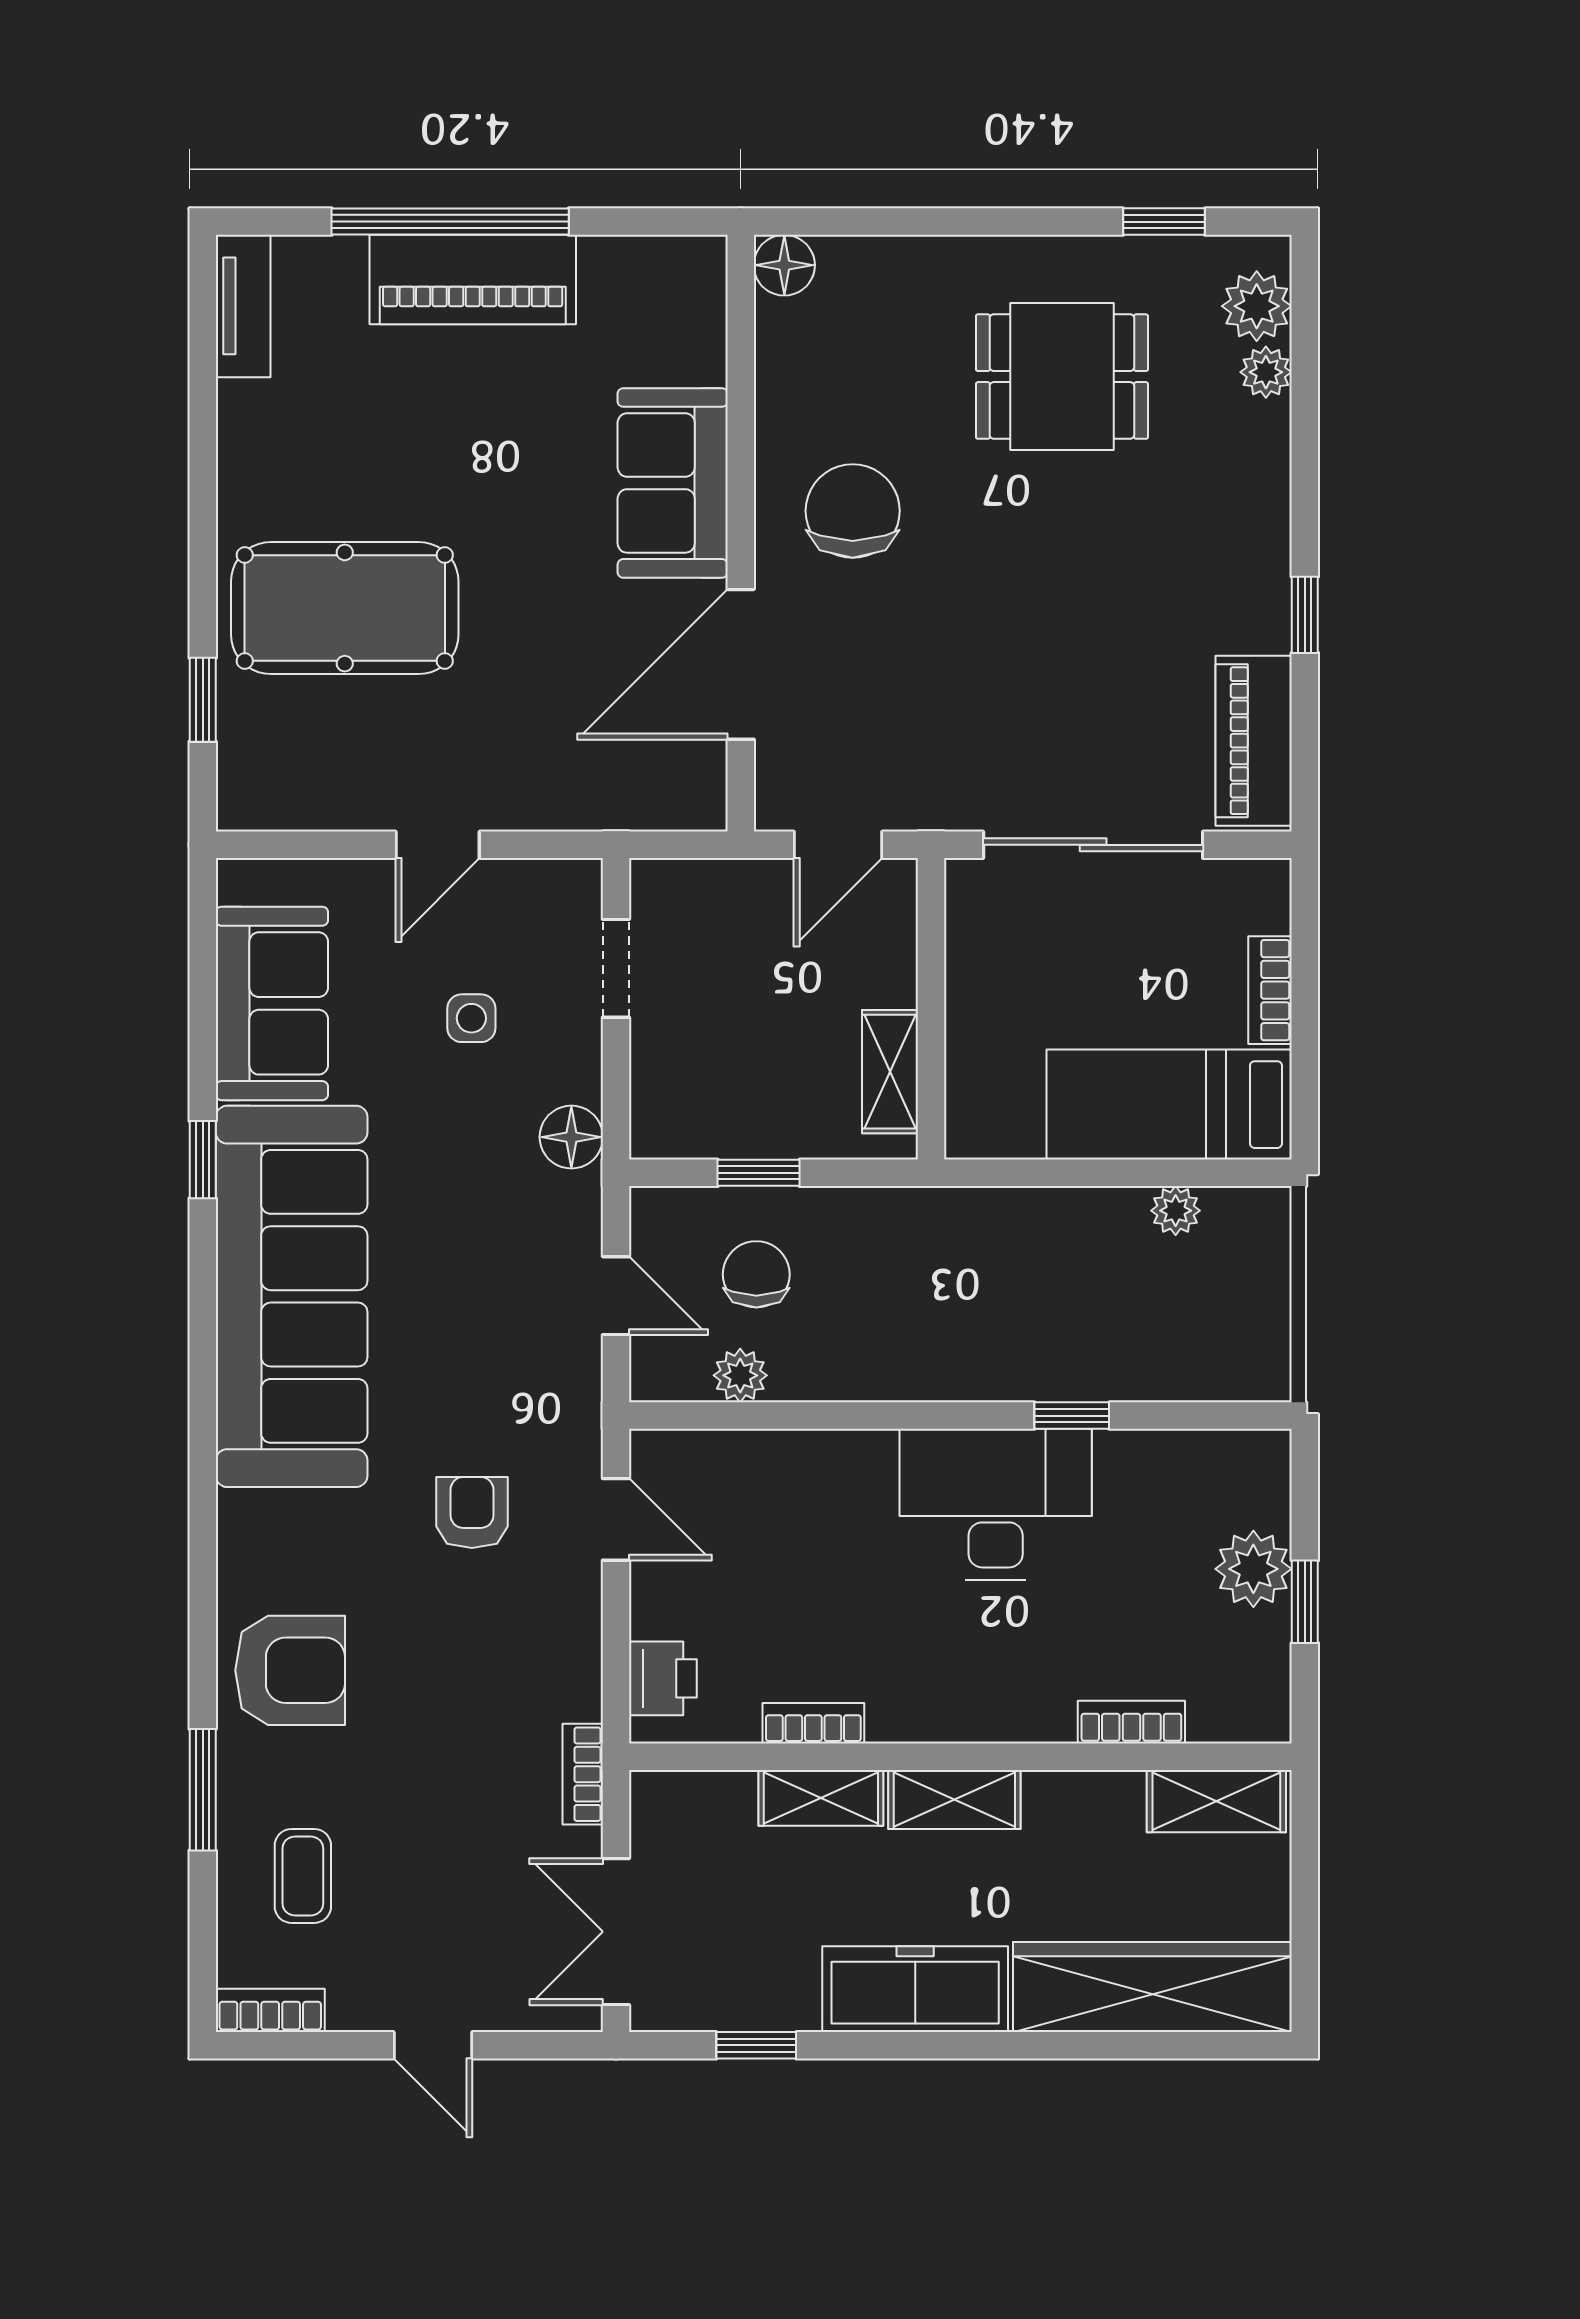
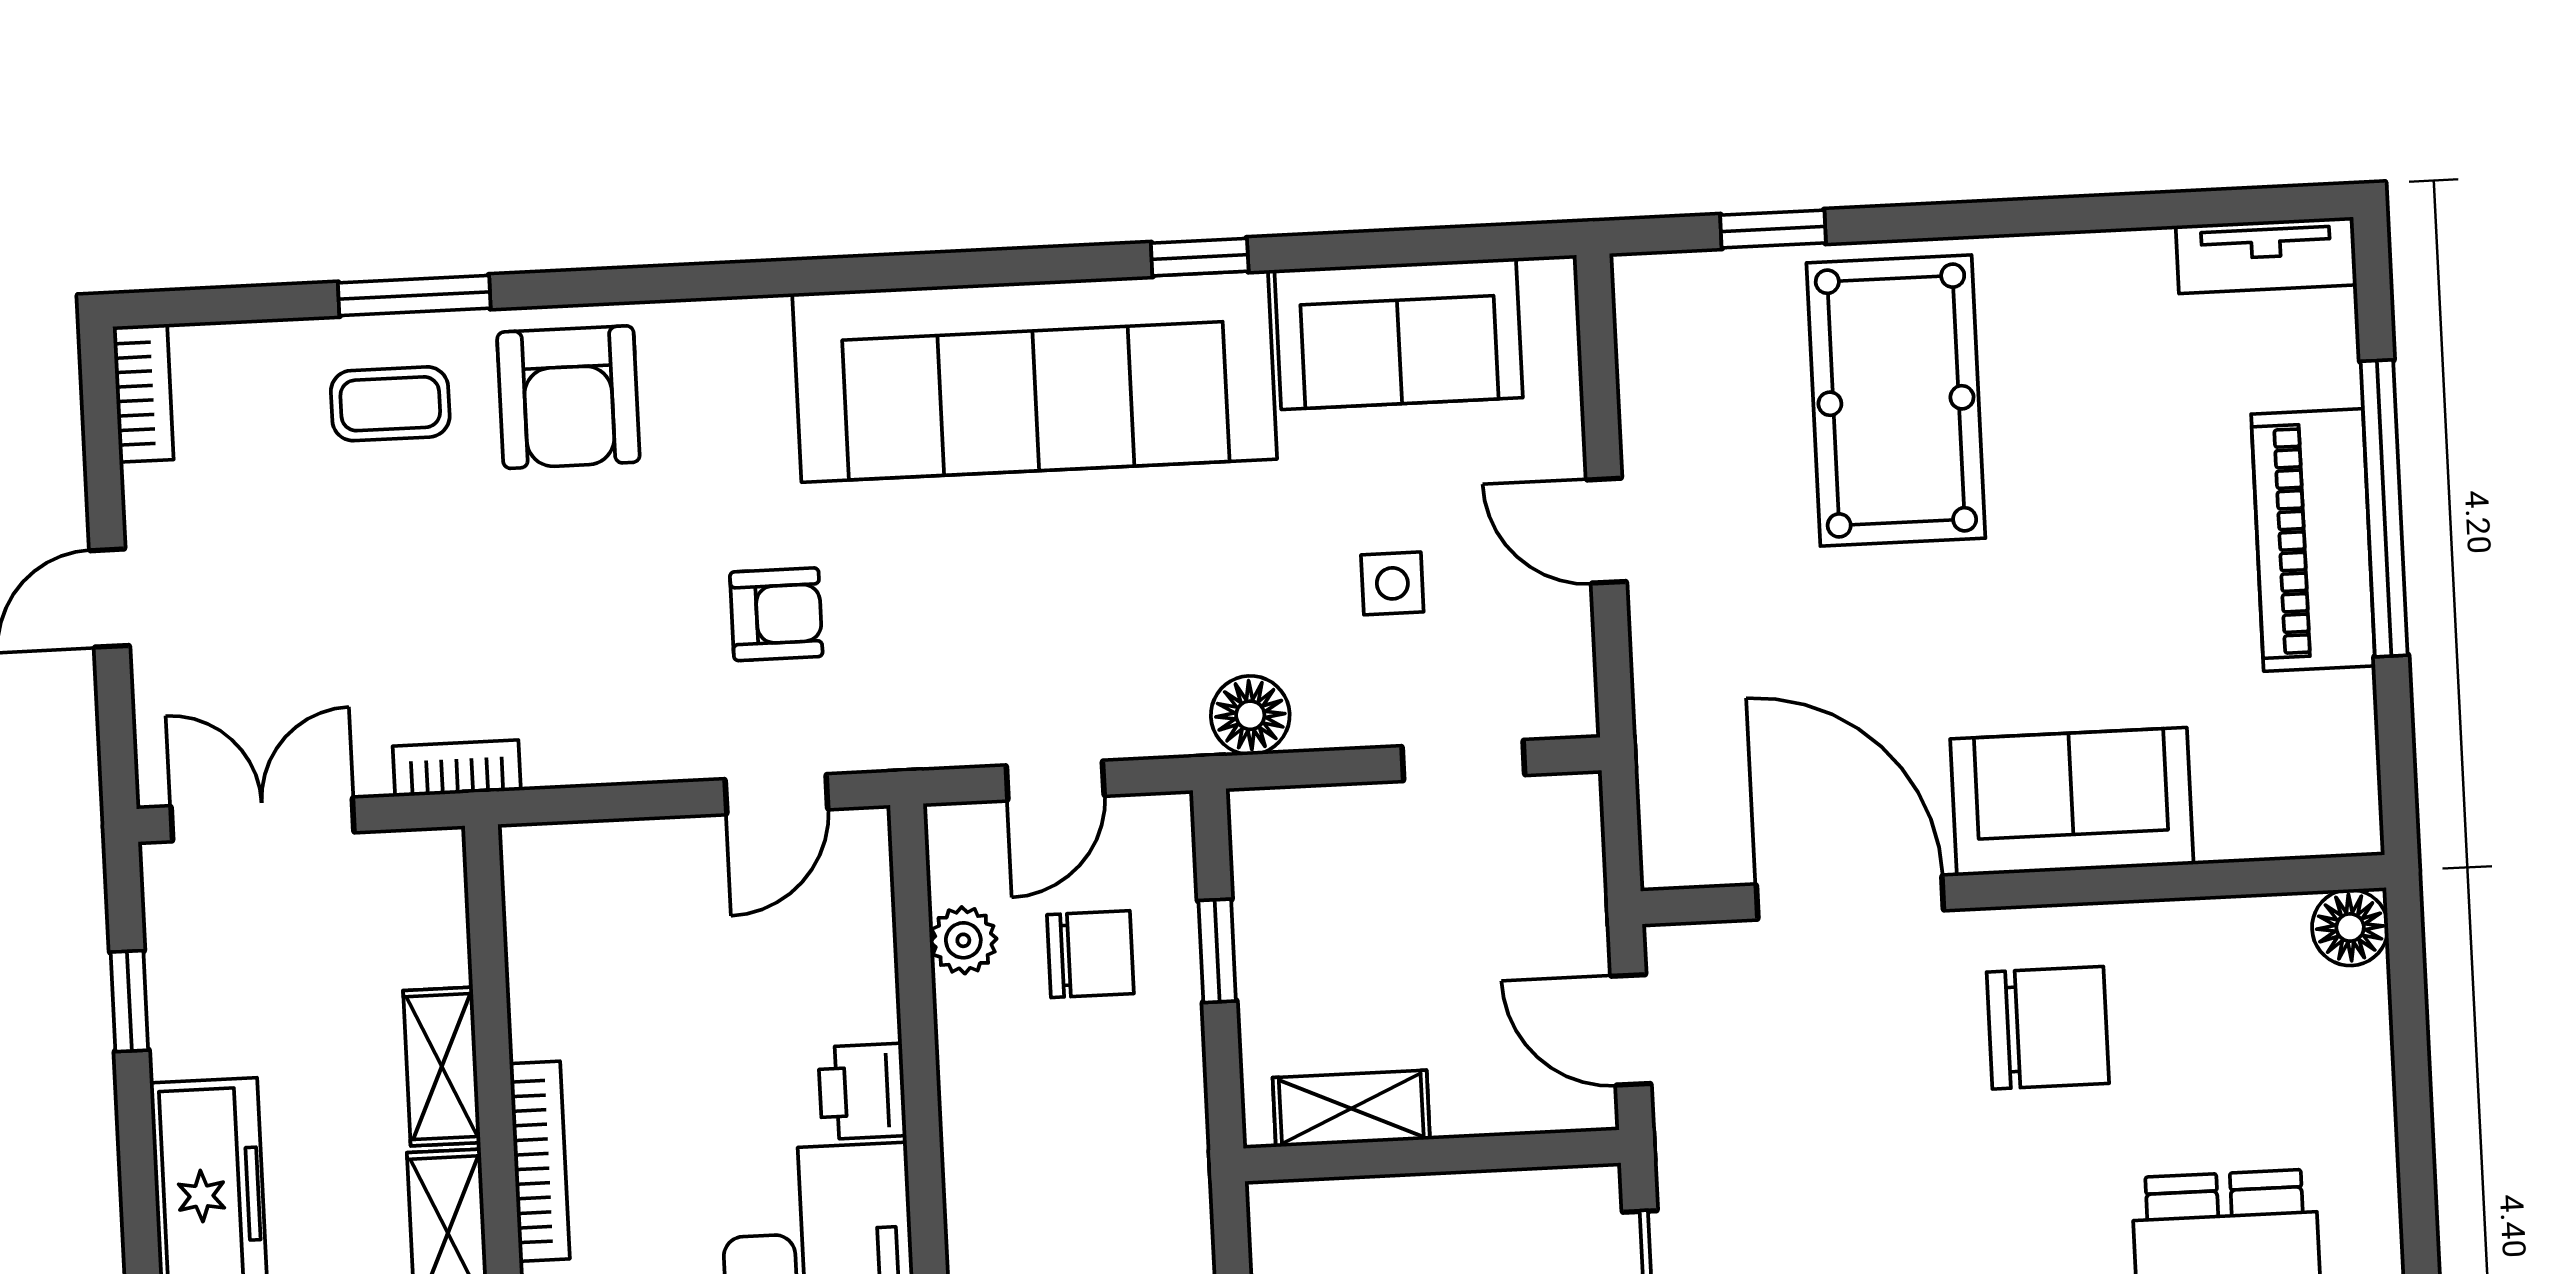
printer: (663, 1678) -> (862, 1091), moved, turned 90
bookcase: (813, 1723) -> (540, 1161), moved, width x1.56
coffee table: (303, 1876) -> (390, 404), moved

